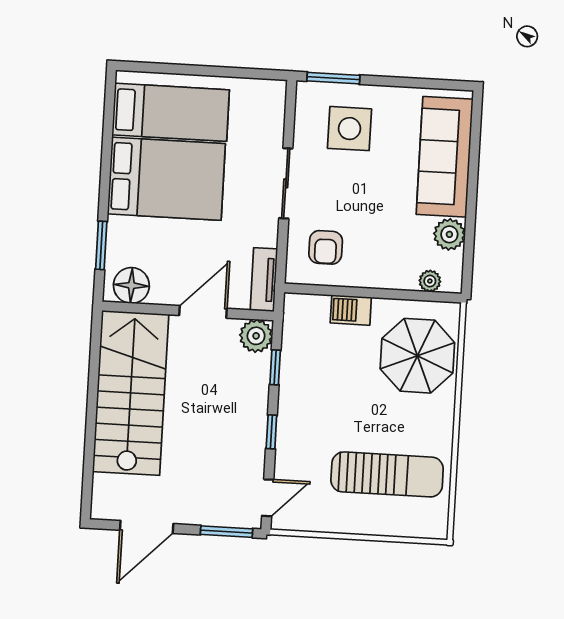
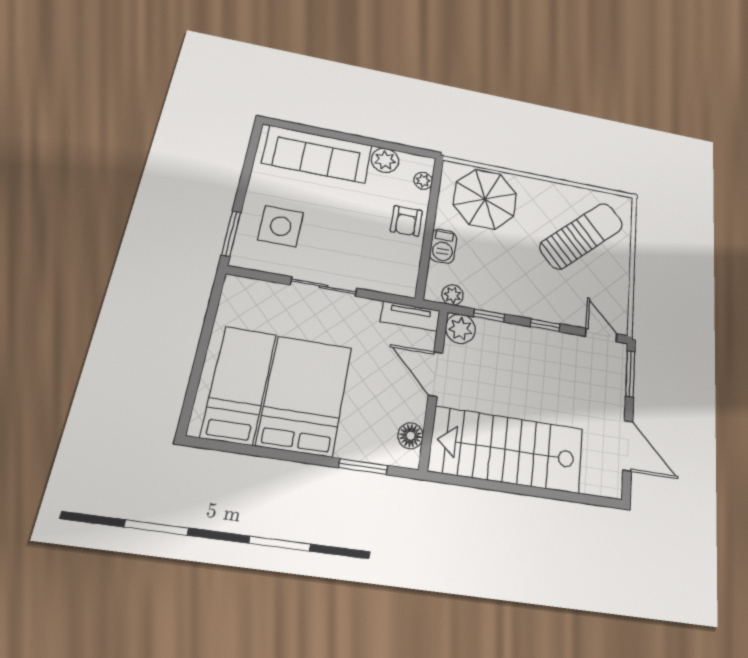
armchair: (326, 247) -> (406, 221), moved, turned 90
floor lamp: (131, 285) -> (411, 436), width x0.73, depth x0.73
plant: (294, 325) -> (453, 295), added
sun lounger: (387, 474) -> (582, 236), turned 47

